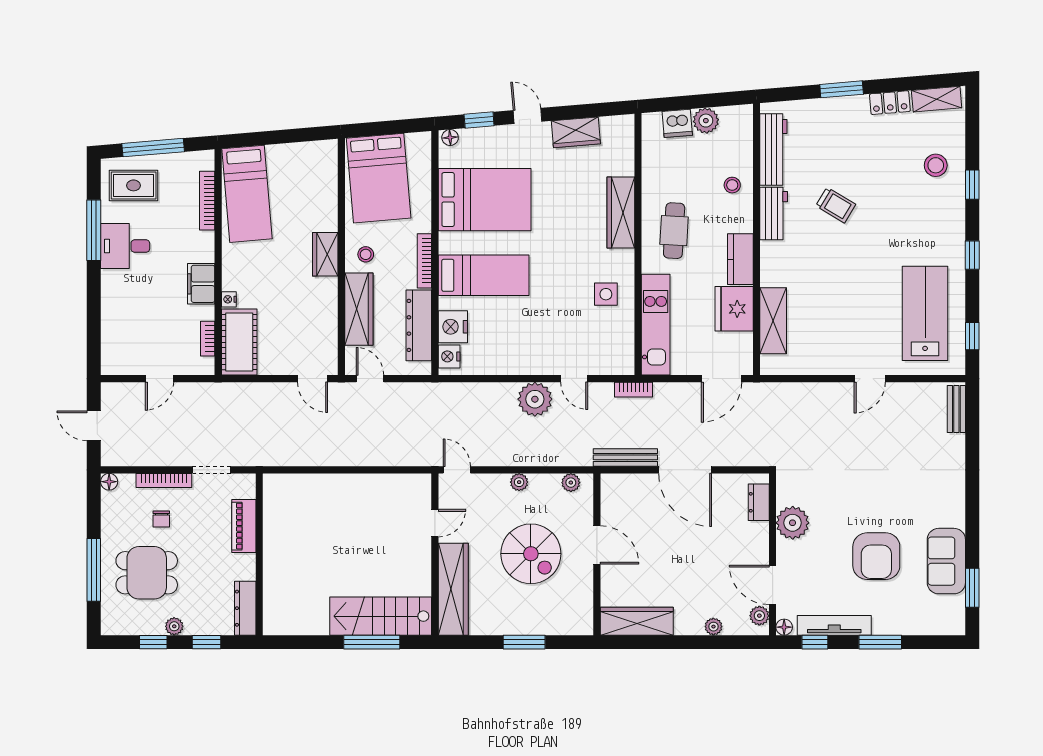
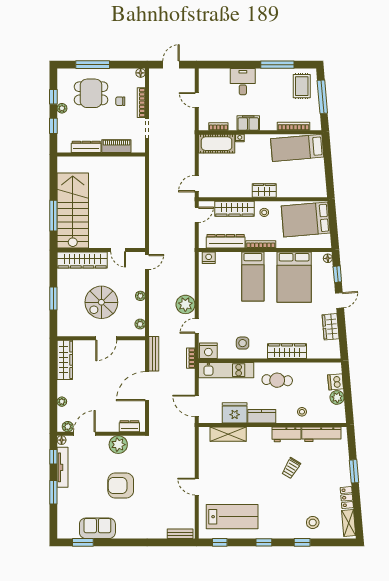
desk: (125, 246) -> (243, 82), moved
nightstand: (453, 327) -> (208, 351), moved, turned 180
armchair: (876, 556) -> (121, 486), moved
dining table: (147, 573) -> (91, 93), turned 90
dresser: (245, 608) -> (86, 147), moved
stairs: (381, 616) -> (73, 211), width x1.36, depth x1.51

